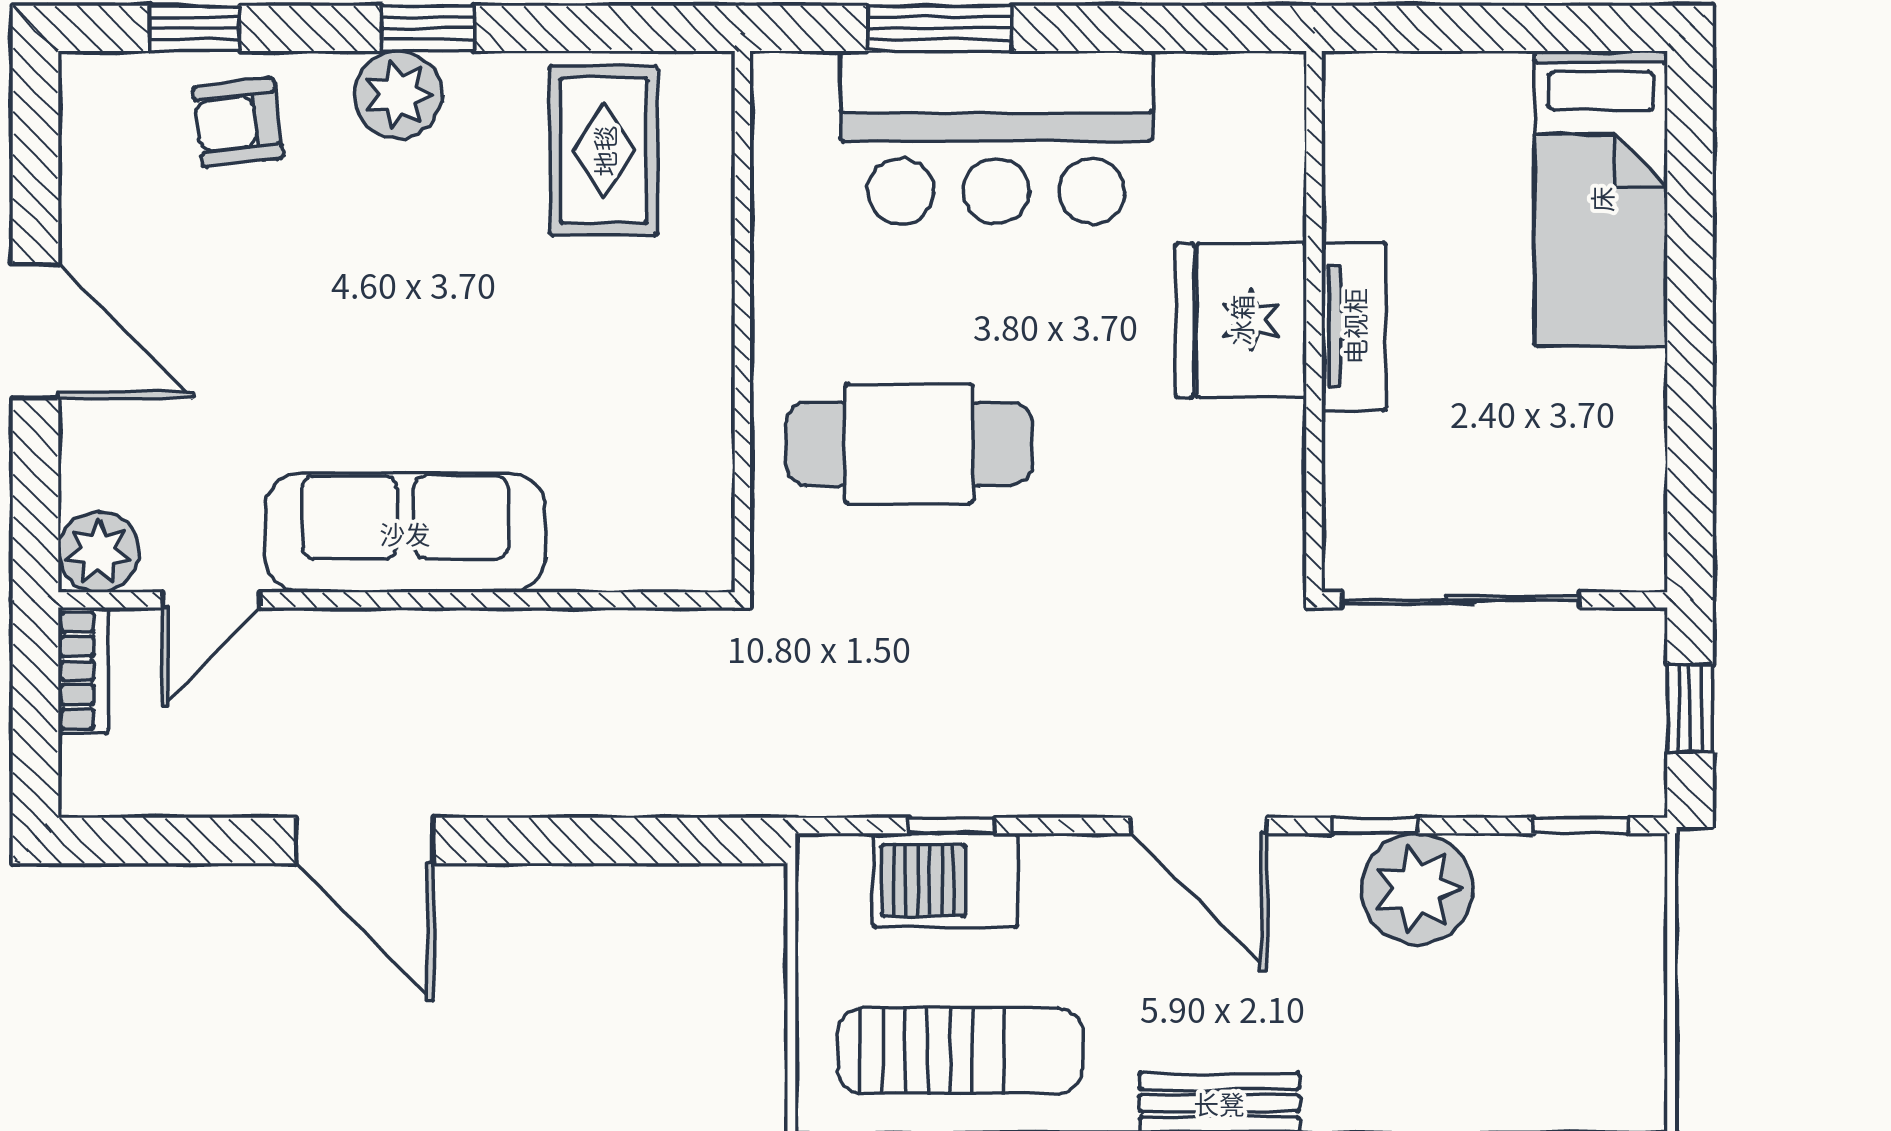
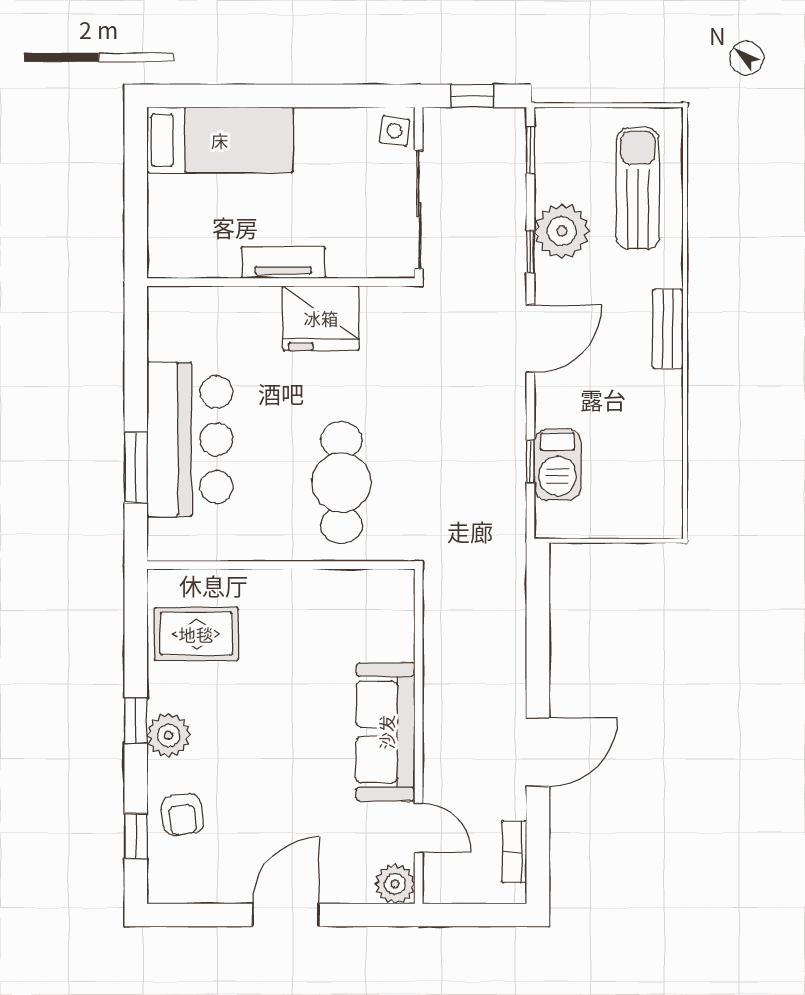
fridge: (1241, 320) -> (321, 318), moved
side table: (1620, 551) -> (394, 131), added
bookcase: (83, 670) -> (514, 852), moved, turned -90
sun lounger: (960, 1051) -> (638, 188), moved

